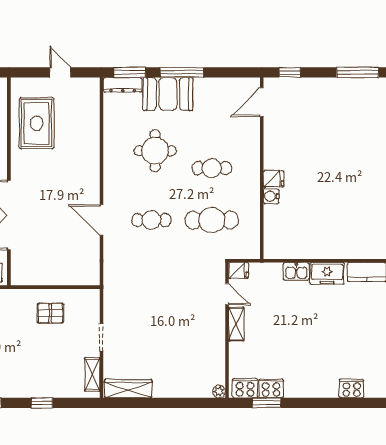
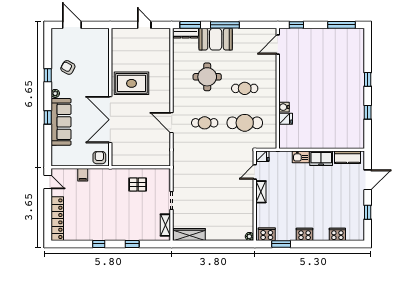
rug: (37, 123) -> (131, 83), moved, turned 90
fridge: (274, 179) -> (286, 119), moved
door: (227, 294) -> (255, 172), swing flipped
cooker: (271, 388) -> (305, 234), moved

